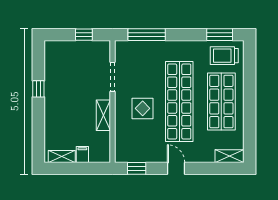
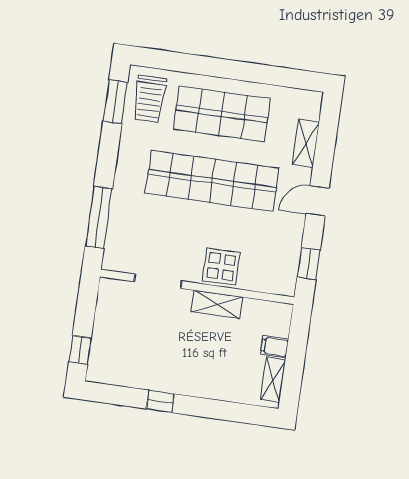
window: (84, 35) -> (80, 350), moved
display table: (143, 108) -> (221, 267), moved
shelving: (229, 156) -> (306, 143), moved

